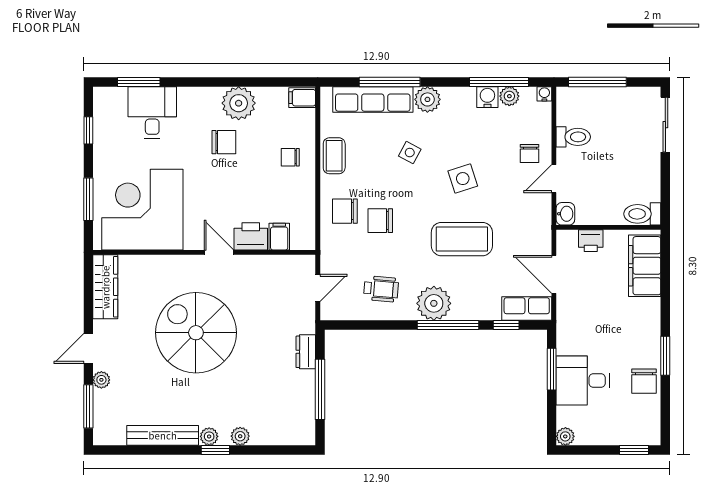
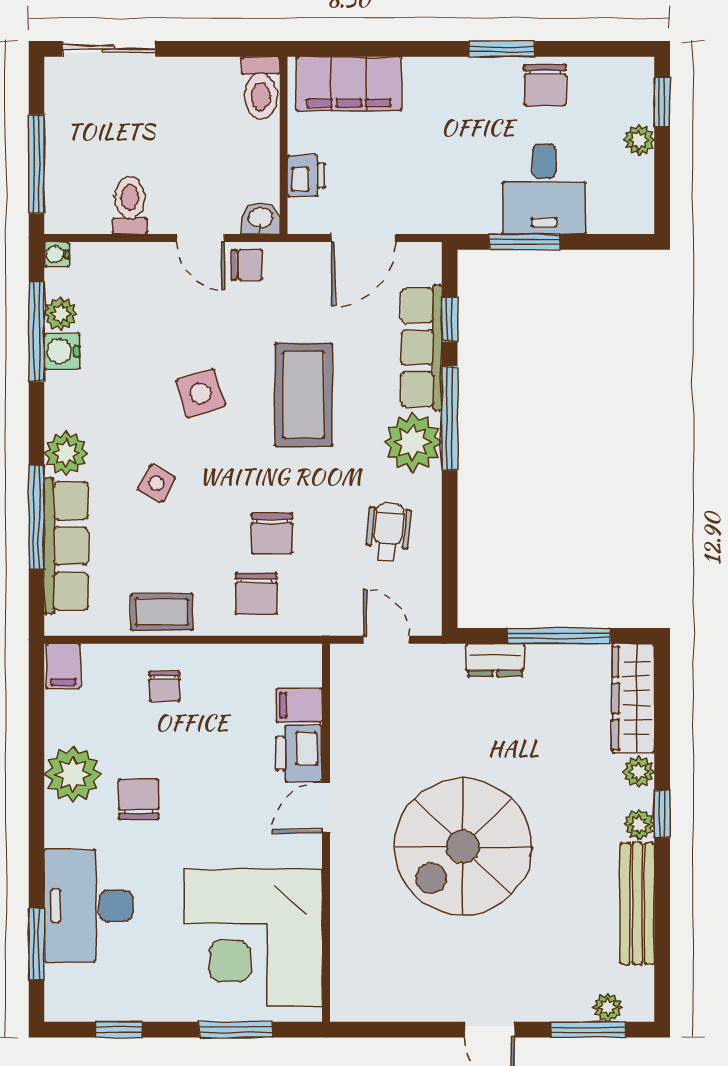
desk: (152, 113) -> (89, 906), width x1.37
chair: (530, 154) -> (247, 265), moved
wardrobe: (105, 287) -> (633, 698), moved, turned -90
row of seats: (527, 309) -> (422, 347), moved, width x1.48
plant: (101, 380) -> (608, 1007), moved
chair: (644, 381) -> (545, 85), turned 90
plant: (565, 436) -> (639, 140), moved

